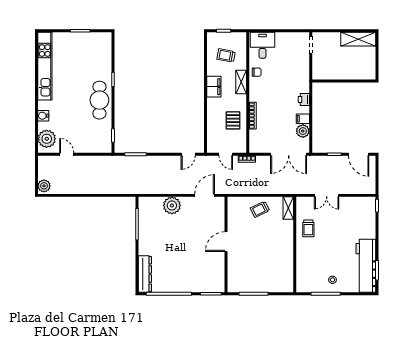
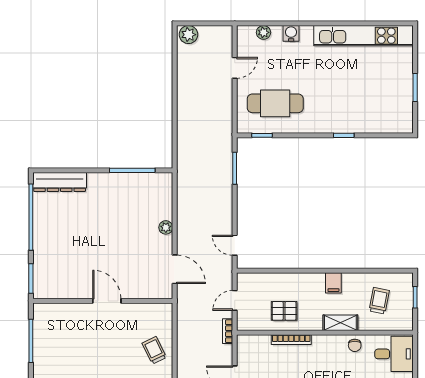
filing cabinet: (214, 87) -> (333, 283), width x0.50
cafe table: (99, 100) -> (275, 103), moved
plant: (47, 139) -> (263, 32), width x0.53, depth x0.53
plant: (172, 205) -> (166, 227), width x0.53, depth x0.53

